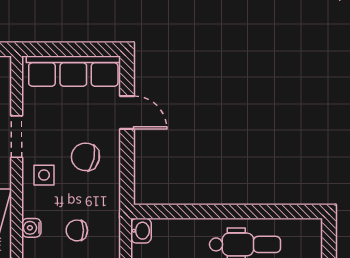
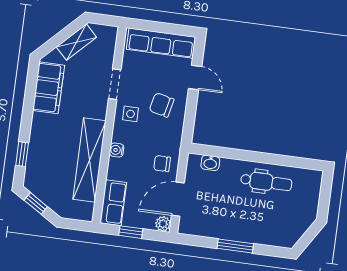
chair: (77, 230) -> (162, 164), moved
washbasin: (141, 231) -> (210, 163), moved, turned 90

